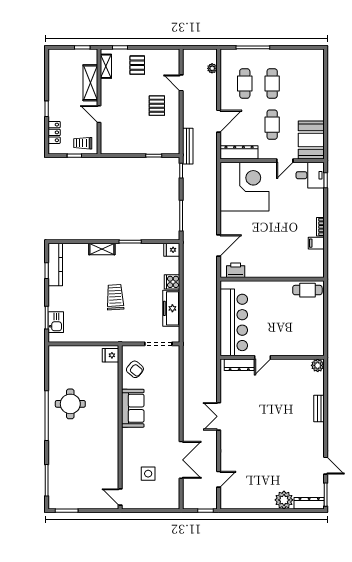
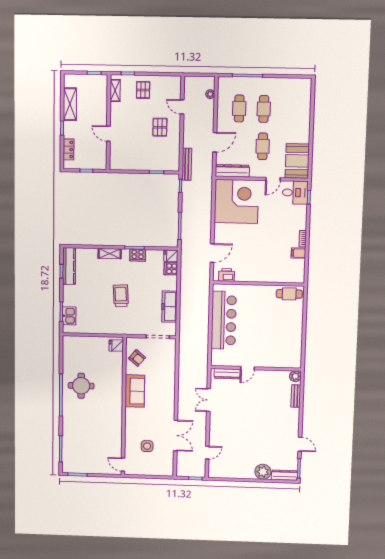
shelving: (90, 83) -> (70, 104), moved
trolley: (83, 143) -> (94, 160), removed
cooker: (134, 250) -> (138, 255), added
cooker: (172, 282) -> (171, 269), moved
door: (263, 357) -> (247, 368), moved
wall: (272, 357) -> (256, 368), moved
dresser: (239, 365) -> (227, 374), moved
plant: (318, 365) -> (295, 376), moved

